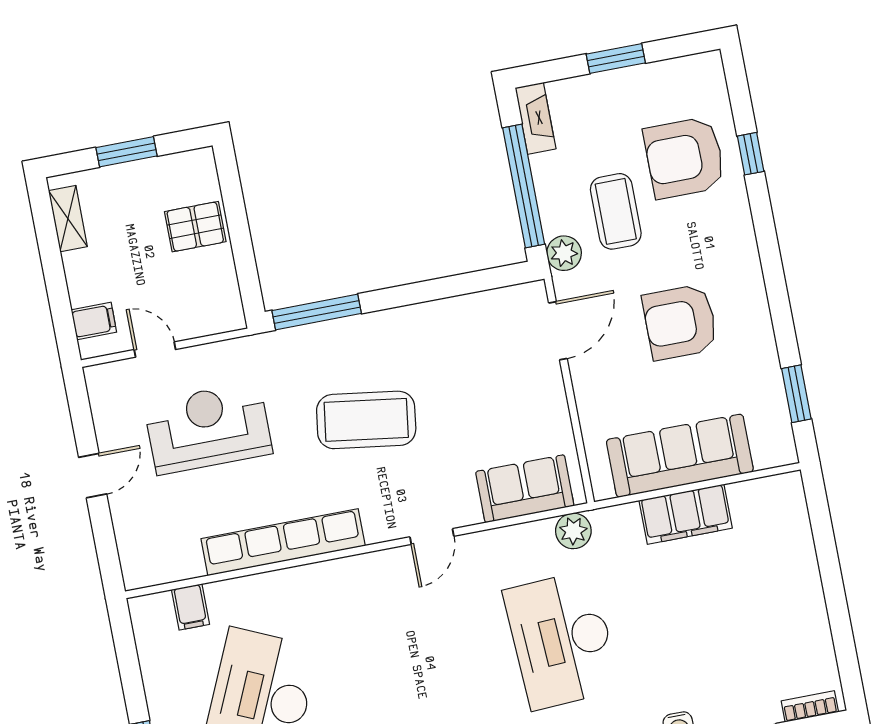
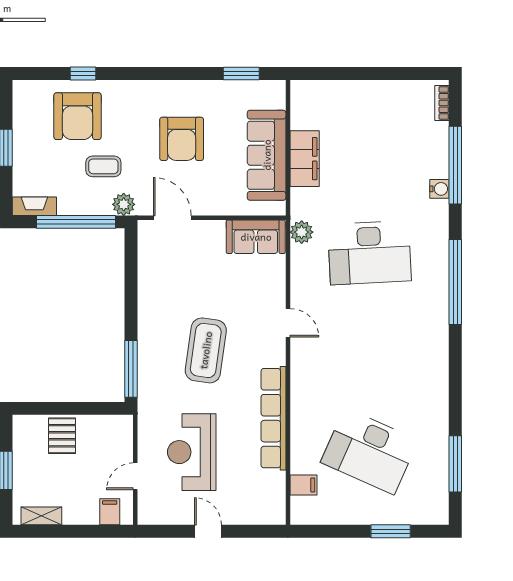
coffee table: (616, 211) -> (103, 166), width x0.73, depth x0.77
sofa: (525, 489) -> (256, 237), moved, turned -90

